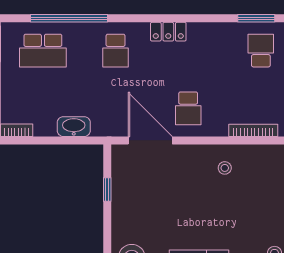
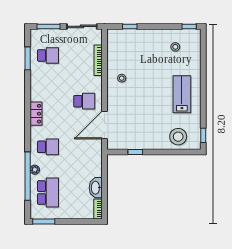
plant: (79, 30) -> (35, 170), added
school desk: (261, 51) -> (48, 55), turned 180
washbasin: (74, 127) -> (96, 188), moved

